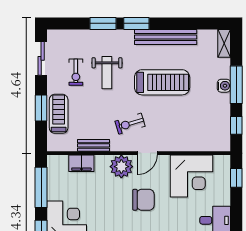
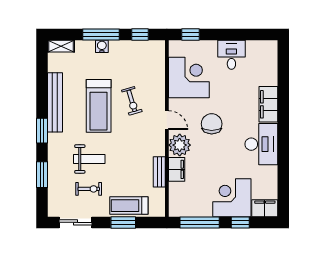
window: (103, 23) -> (42, 175), moved
treadmill: (162, 82) -> (99, 106), turned 180
exercise bike: (130, 124) -> (132, 101), moved
filing cabinet: (81, 163) -> (177, 169), moved

